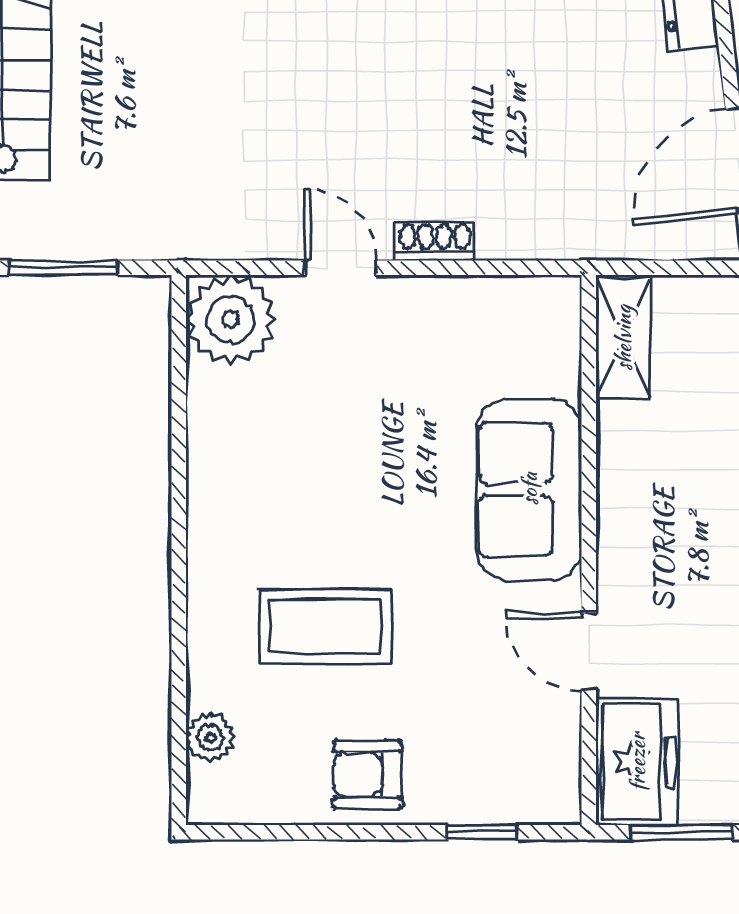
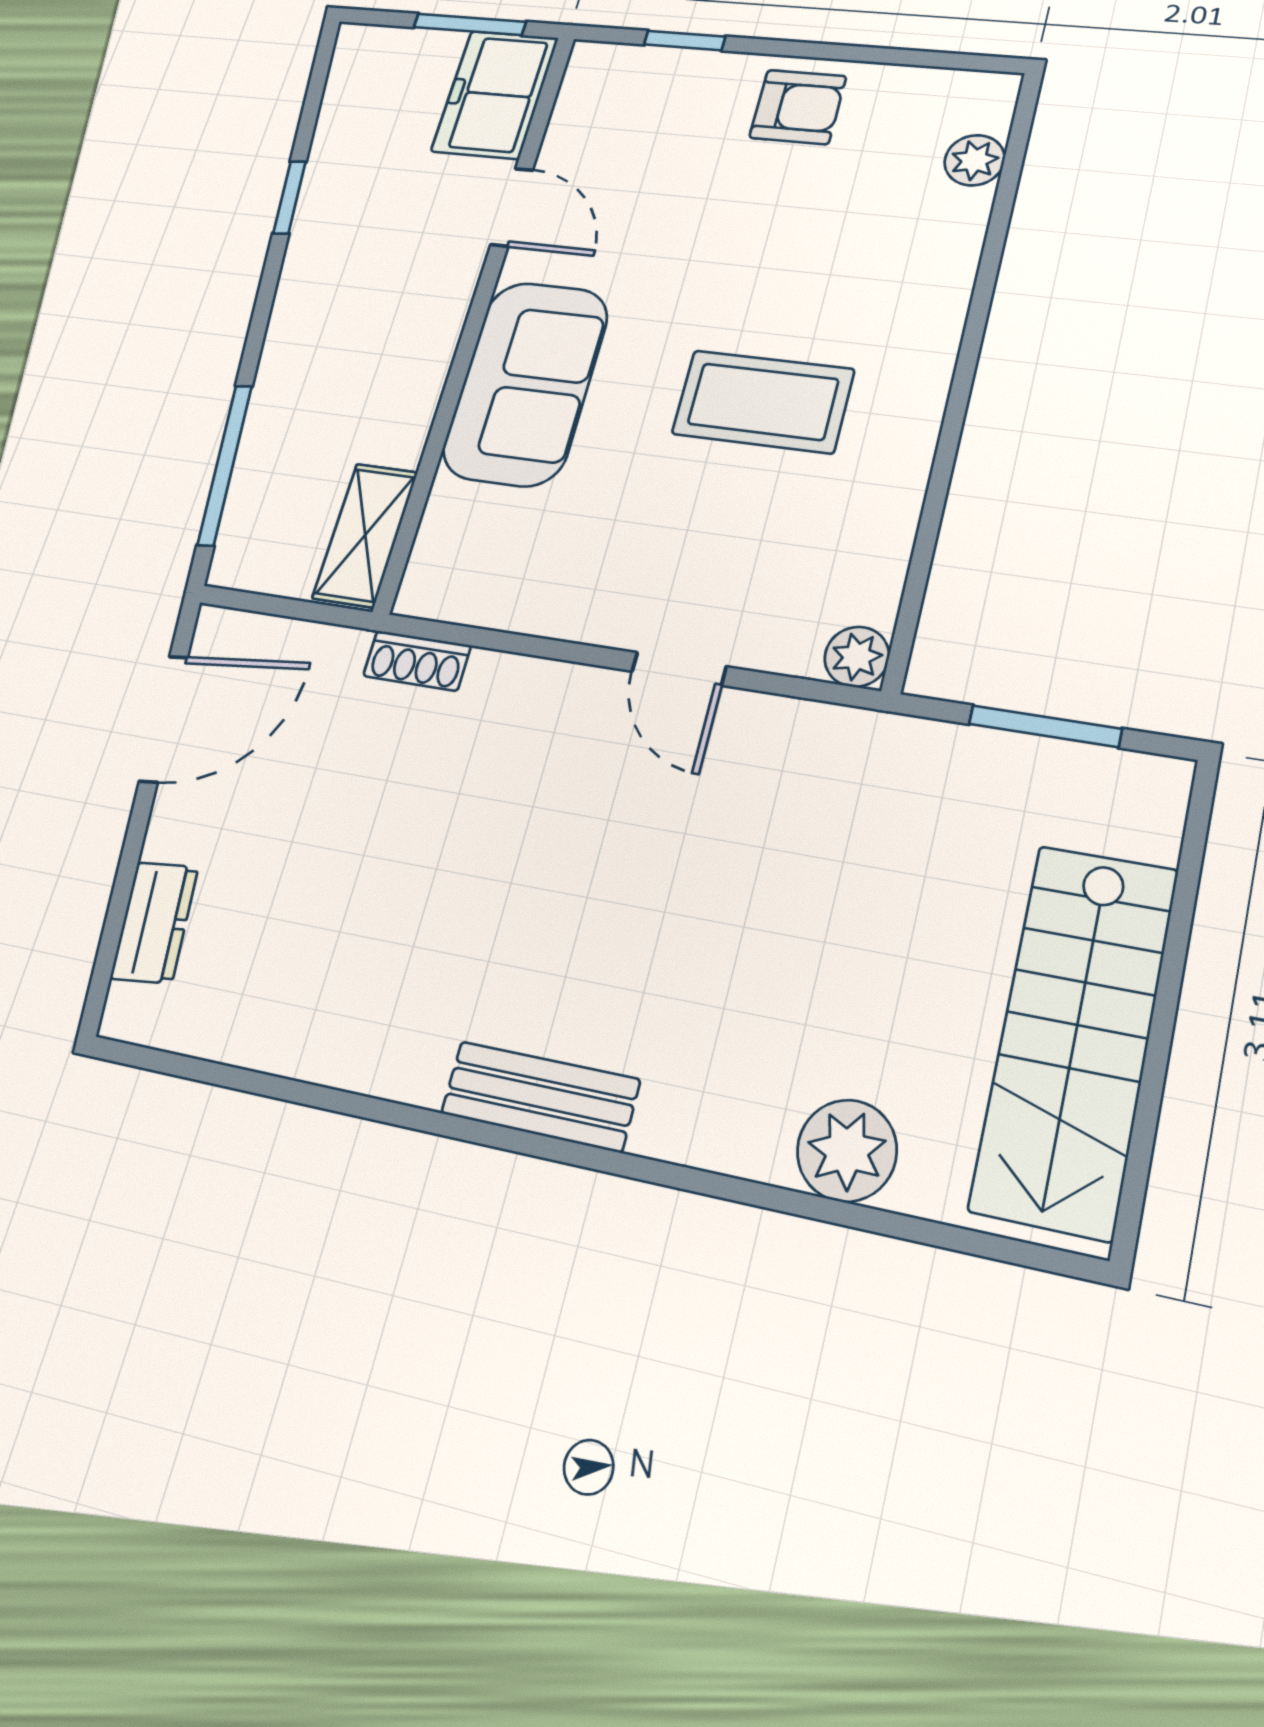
shoe rack: (435, 241) -> (417, 661), moved
plant: (231, 320) -> (857, 657), width x0.53, depth x0.53
coffee table: (326, 627) -> (763, 402), moved

